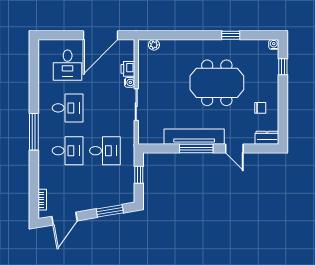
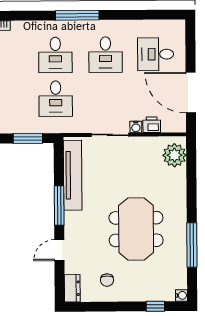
window: (231, 35) -> (192, 245), width x2.17
plant: (154, 45) -> (174, 155), width x1.87, depth x1.87
tv unit: (194, 137) -> (73, 175), moved
window: (139, 175) -> (28, 138), width x1.50

